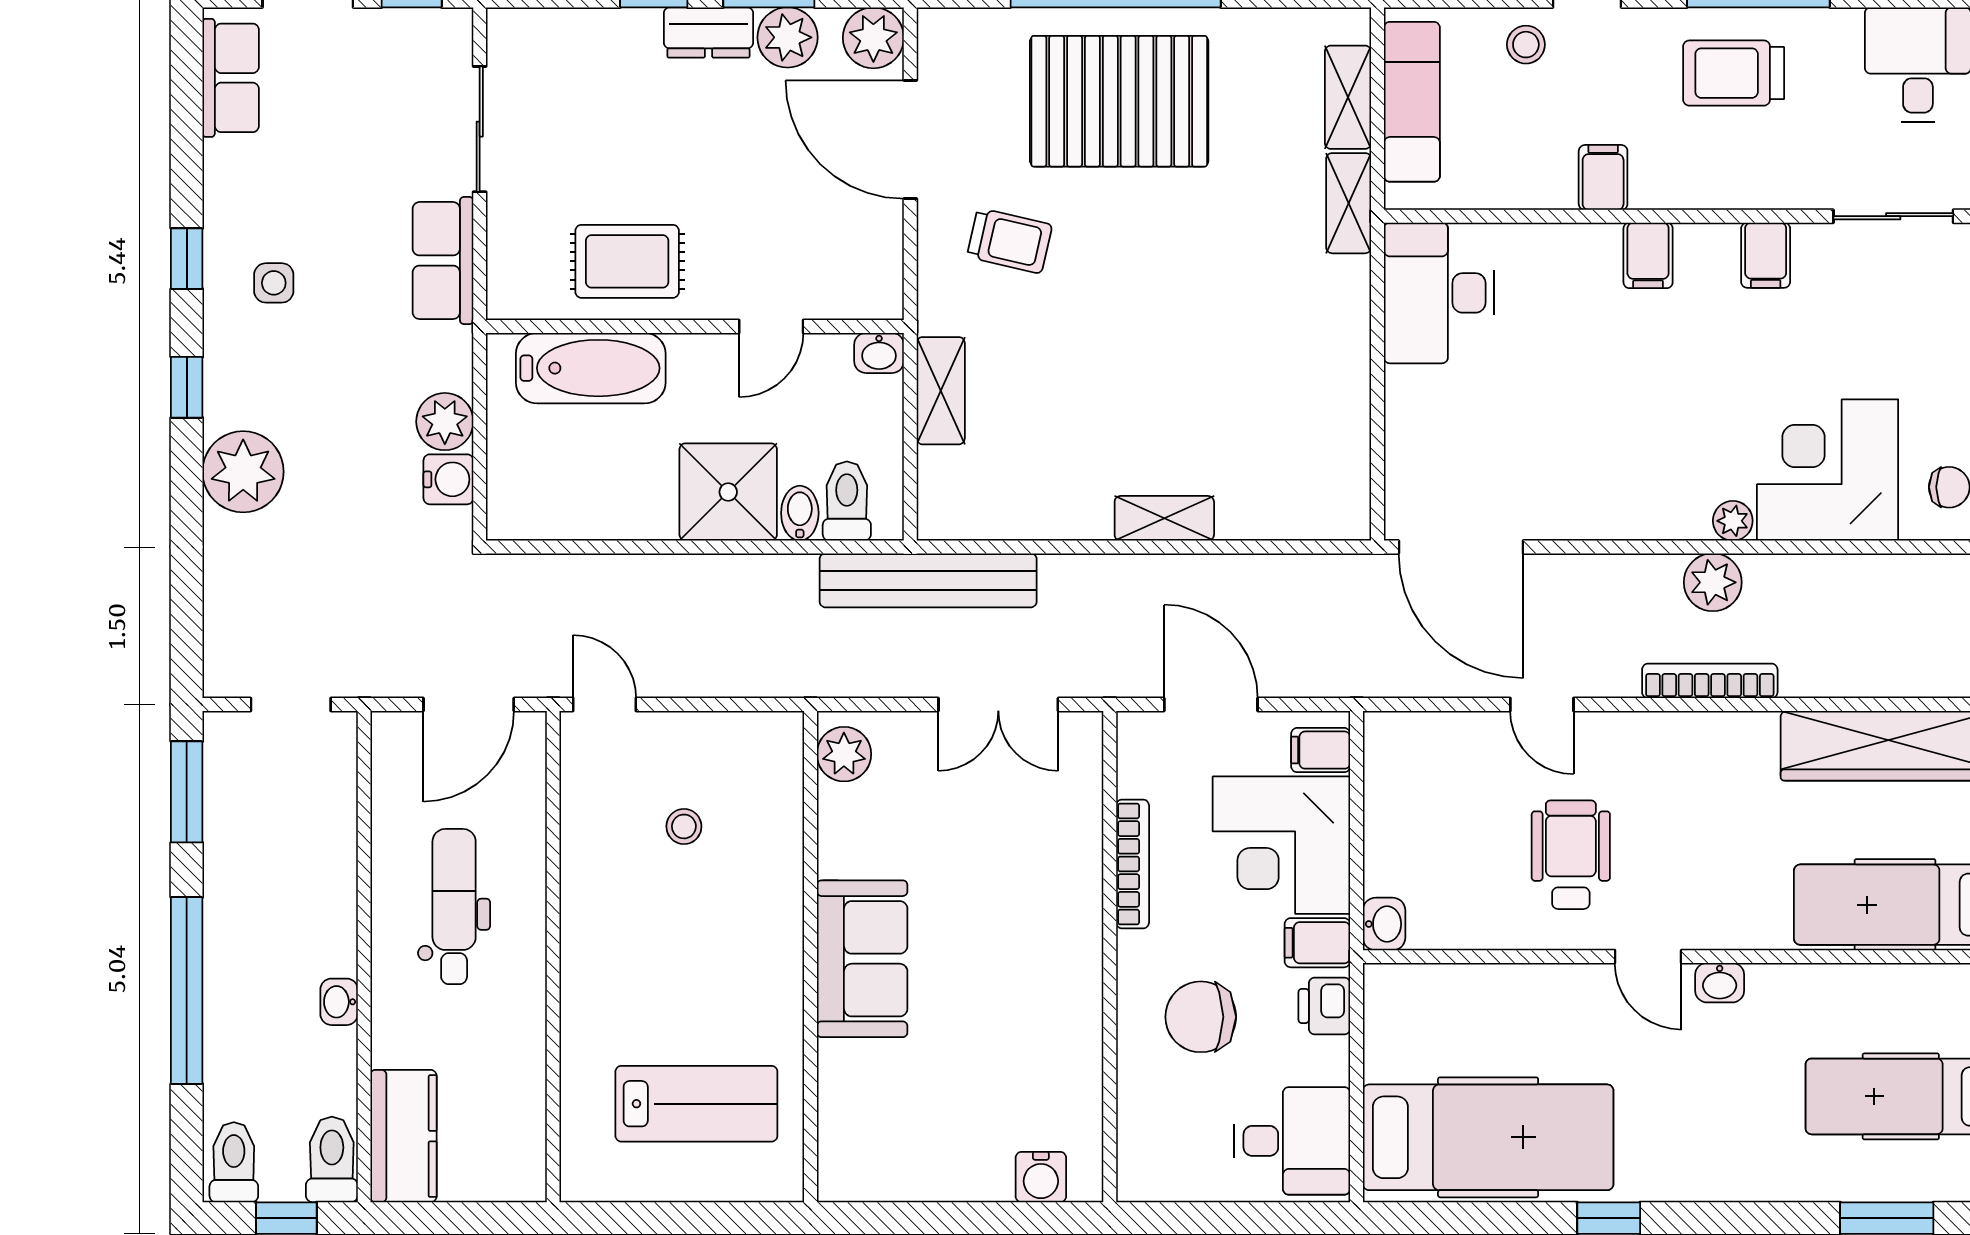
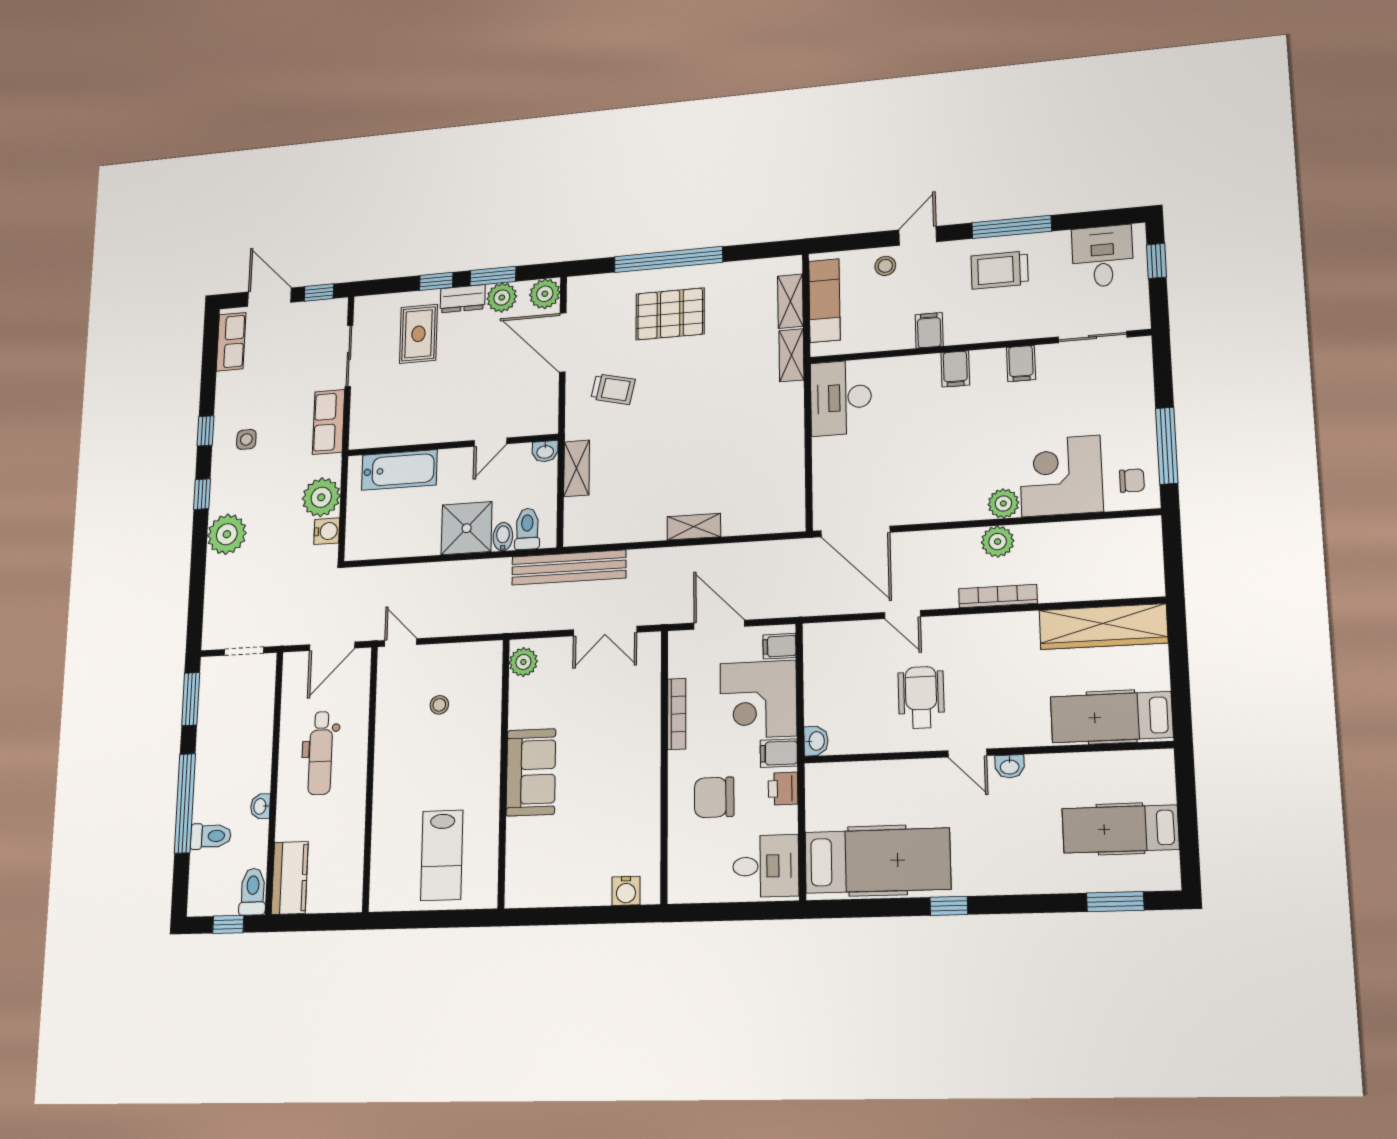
pallet: (1119, 101) -> (670, 314), width x0.73, depth x0.71
rug: (627, 261) -> (418, 334), moved, turned 90
plant: (445, 422) -> (321, 497), width x1.36, depth x1.36
plant: (1733, 521) -> (1003, 503), width x1.38, depth x1.38
dental chair: (454, 906) -> (321, 753), turned 180
lab bench: (696, 1104) -> (442, 855), turned 90
toilet: (234, 1162) -> (211, 836), moved, turned 90

